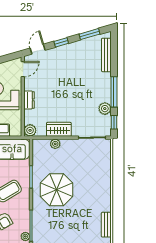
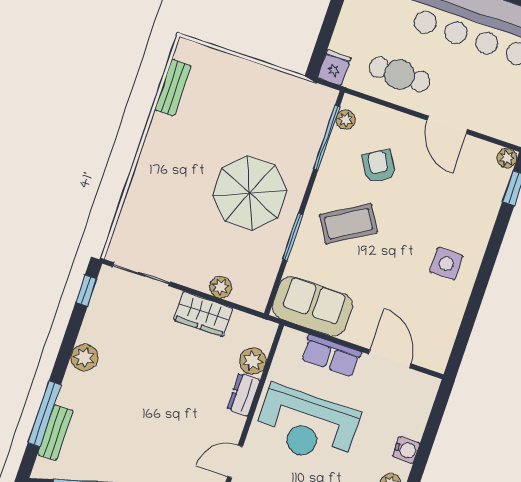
bench: (106, 55) -> (55, 433), width x0.73
window: (114, 92) -> (44, 414), moved
plant: (105, 109) -> (84, 357), moved
plant: (30, 130) -> (253, 361), moved

